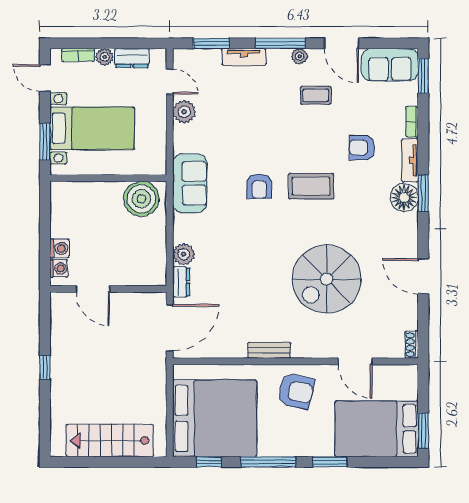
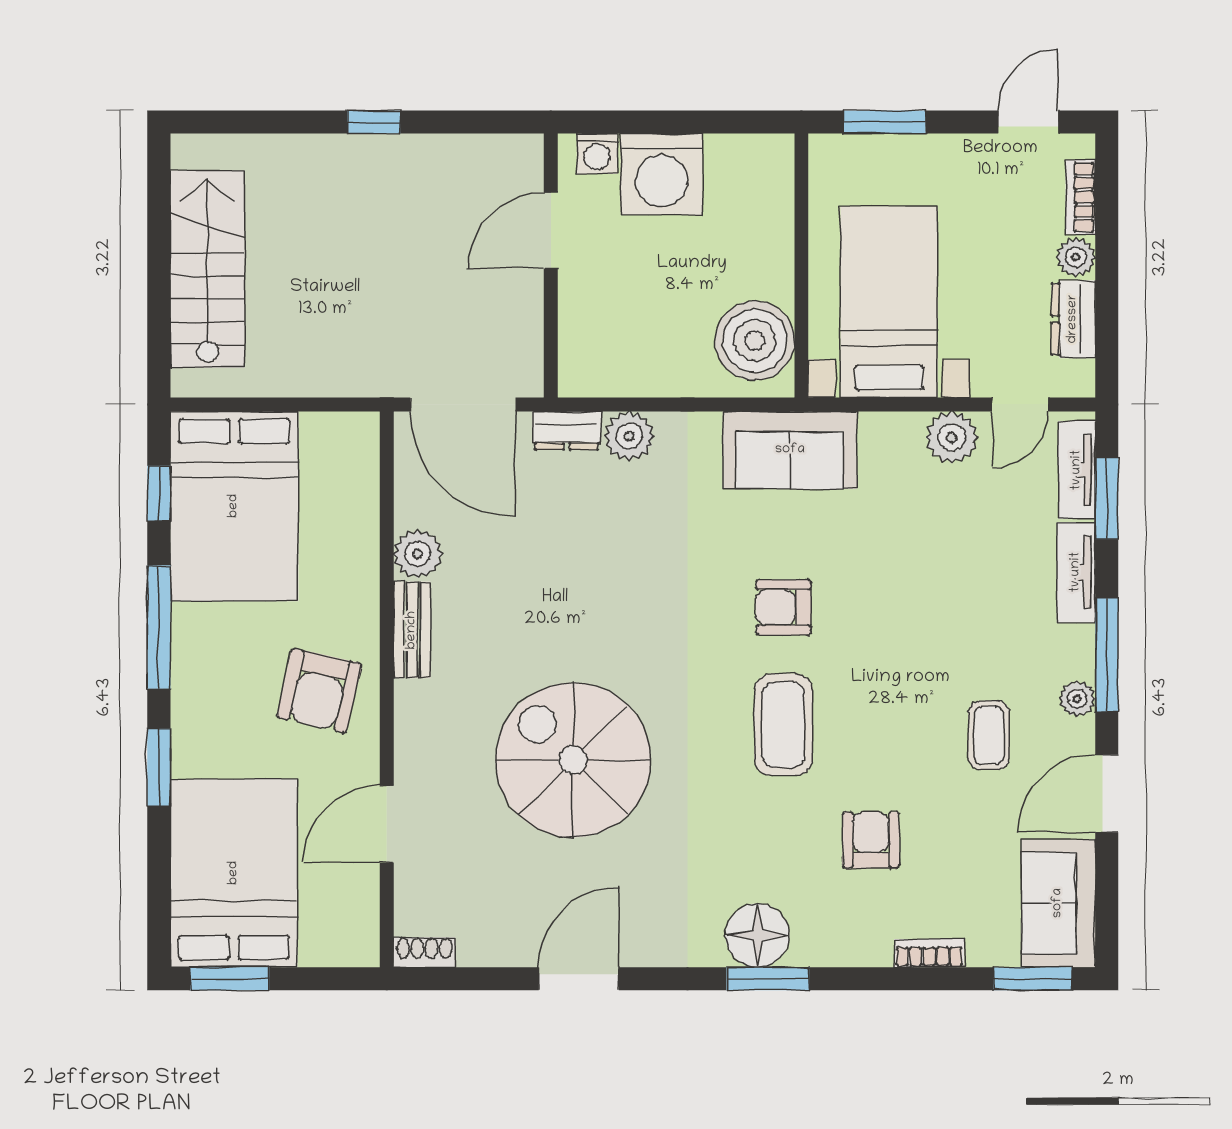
bed with nightstands: (92, 128) -> (889, 302), moved, turned 180
tv unit: (410, 160) -> (1077, 470), moved, turned -90
washing machine: (59, 248) -> (662, 174), width x1.89, depth x1.89
plant: (236, 348) -> (418, 554), added
bed: (215, 418) -> (234, 506), width x0.73

